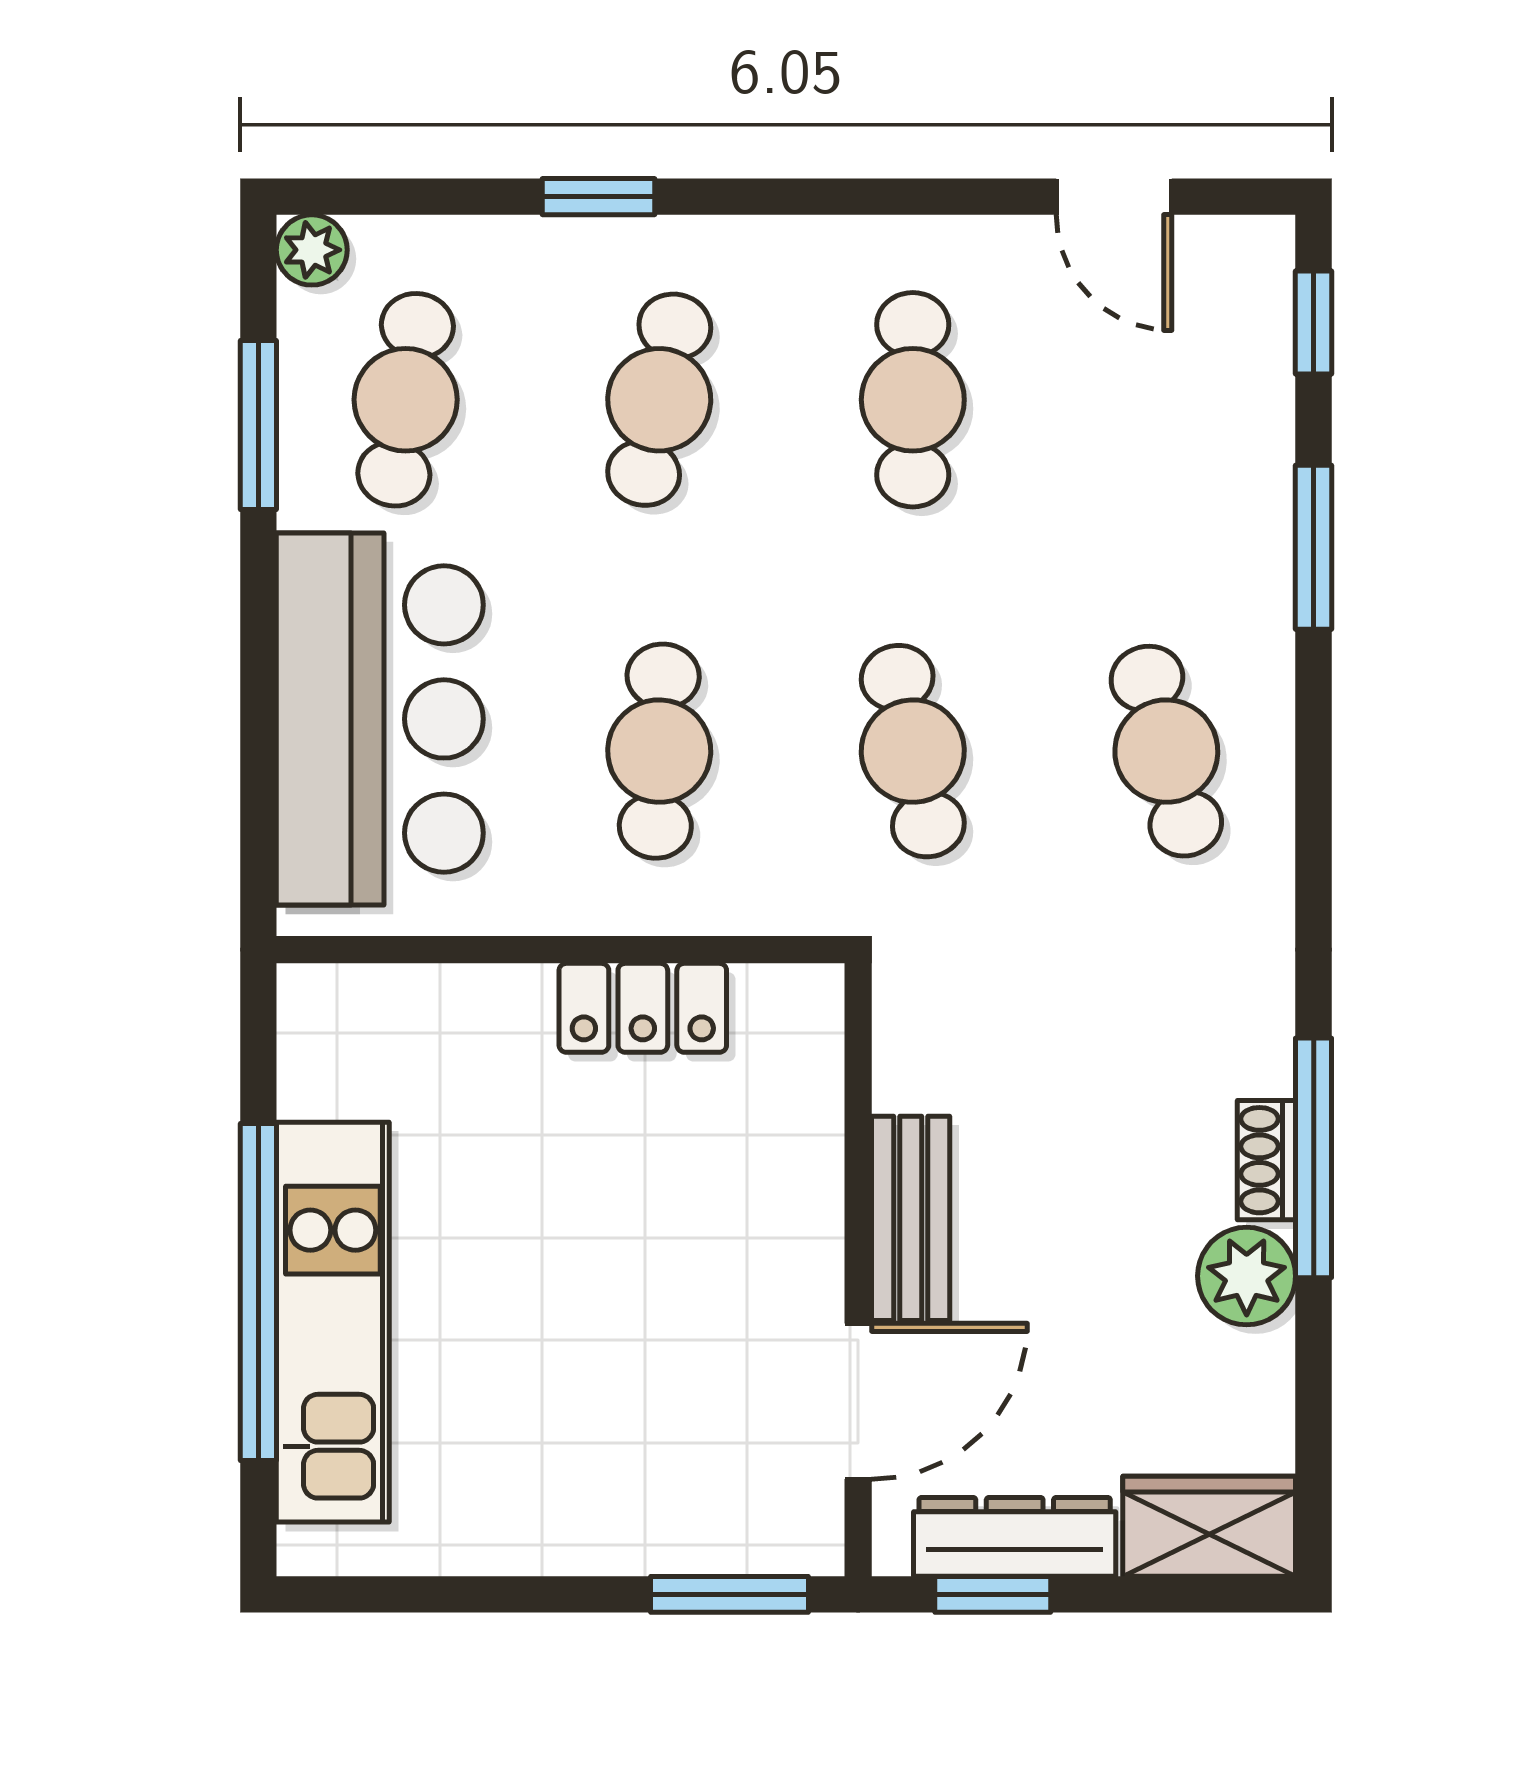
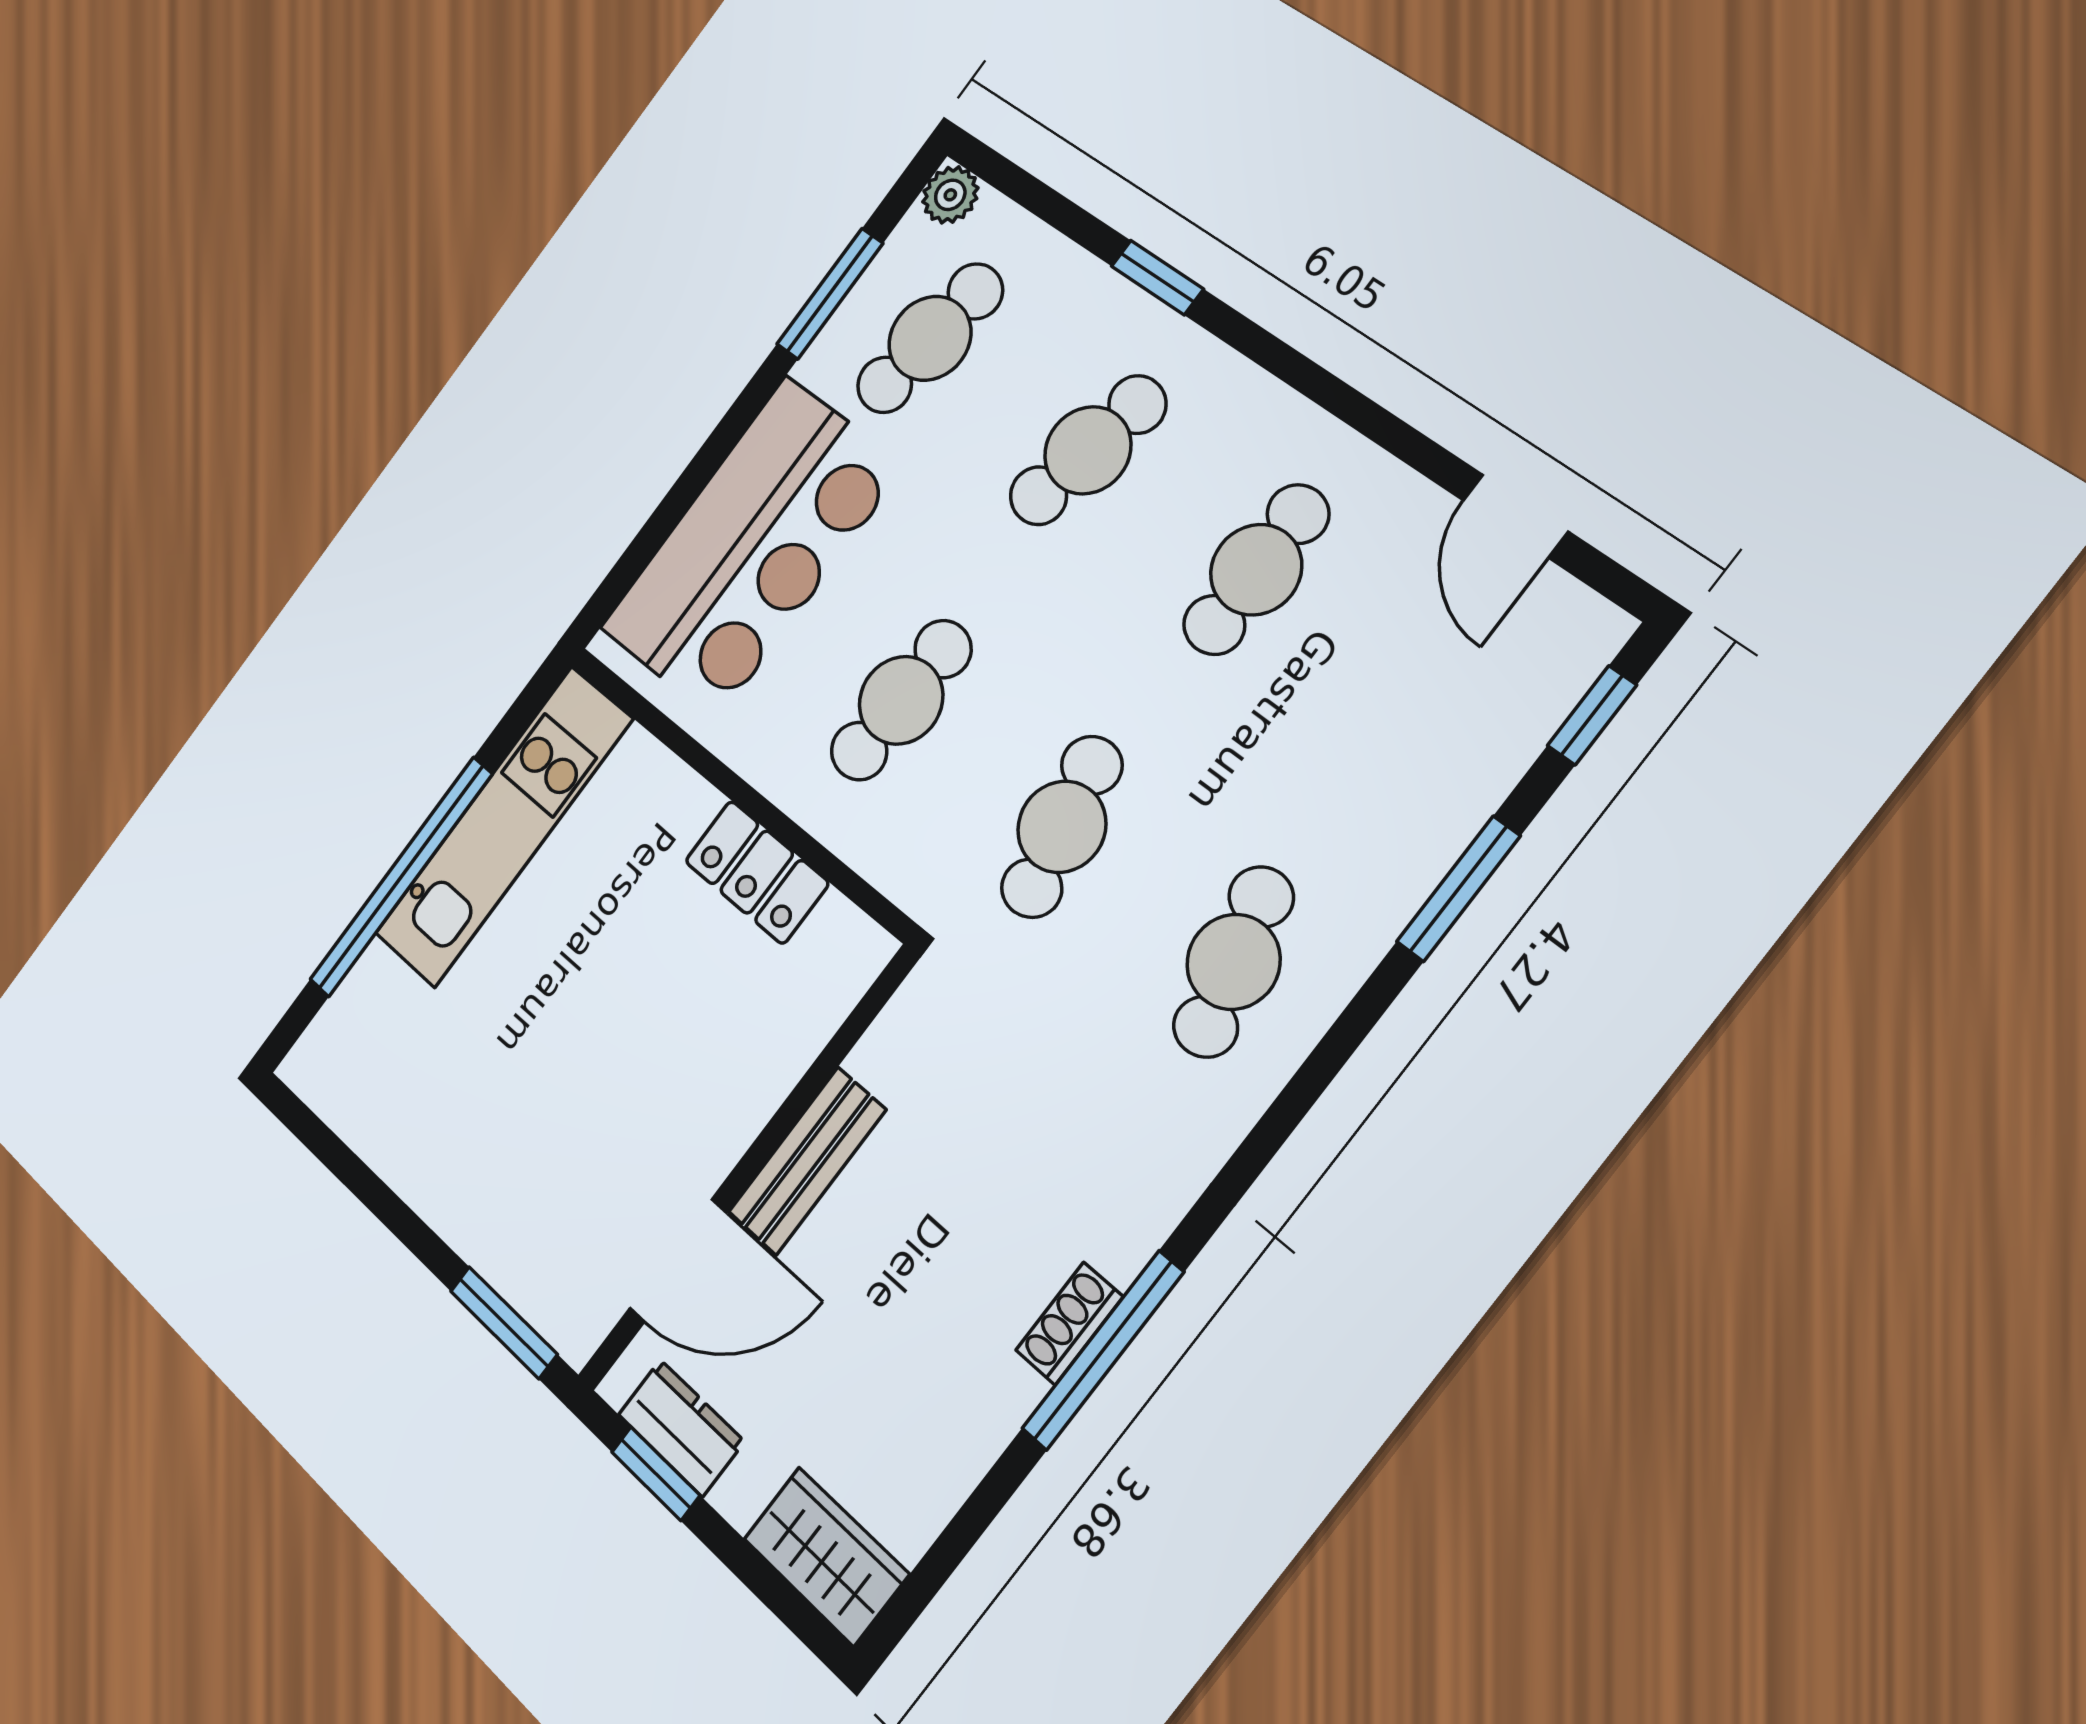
plant: (1247, 1276) -> (990, 1397), removed
kitchen unit: (333, 1322) -> (503, 827), moved
dresser: (1015, 1537) -> (681, 1428), width x0.70

